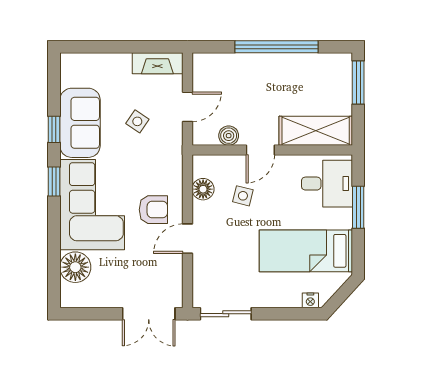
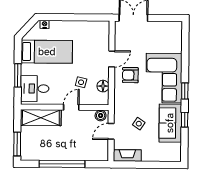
boiler: (229, 136) -> (101, 115), moved
floor lamp: (75, 267) -> (174, 44), removed
sliding door: (226, 314) -> (91, 17), removed

